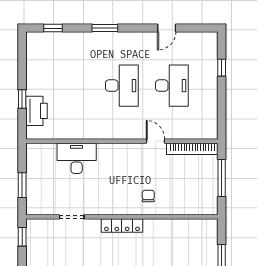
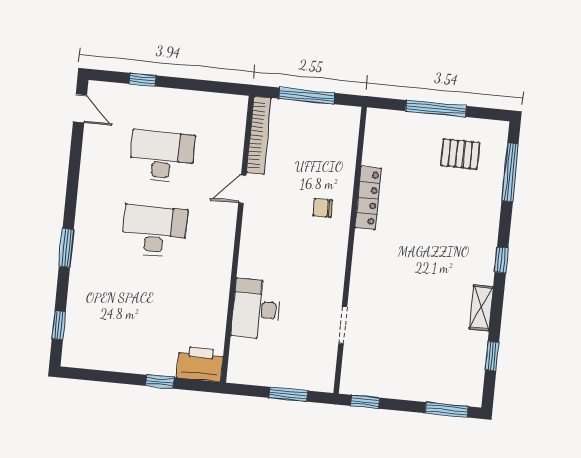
door: (167, 28) -> (80, 108), moved
printer: (36, 111) -> (200, 364), moved
locker: (122, 225) -> (368, 198), moved

